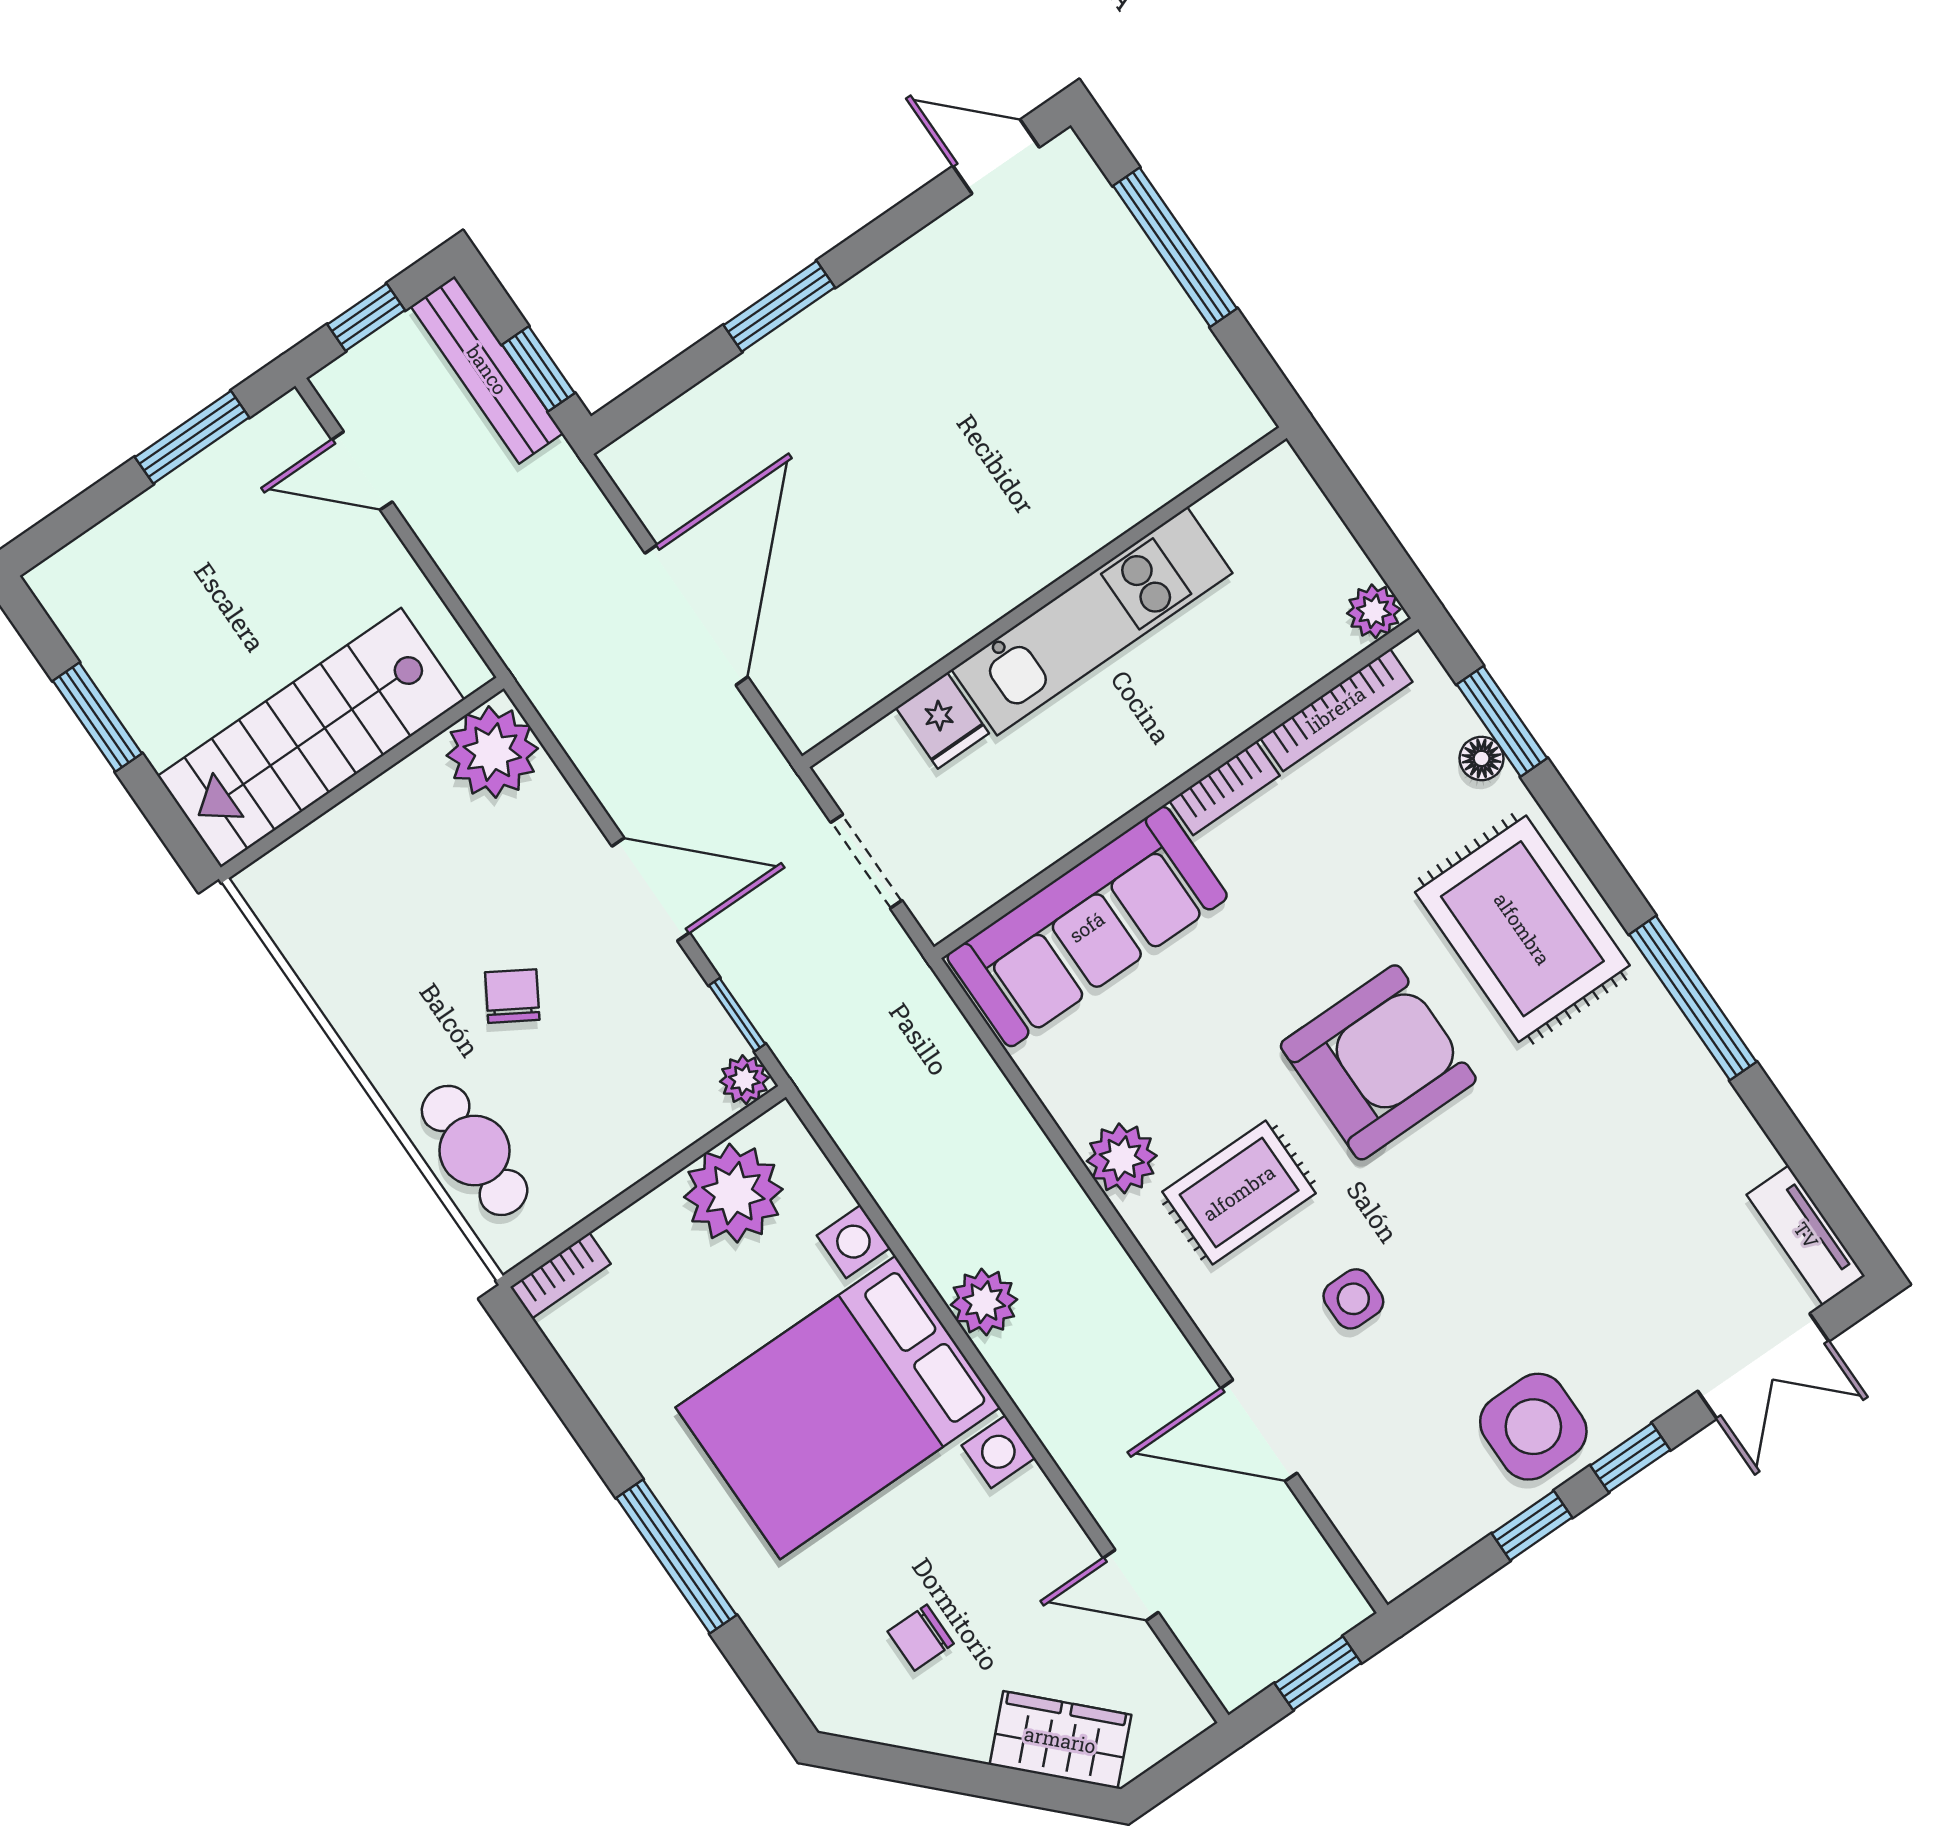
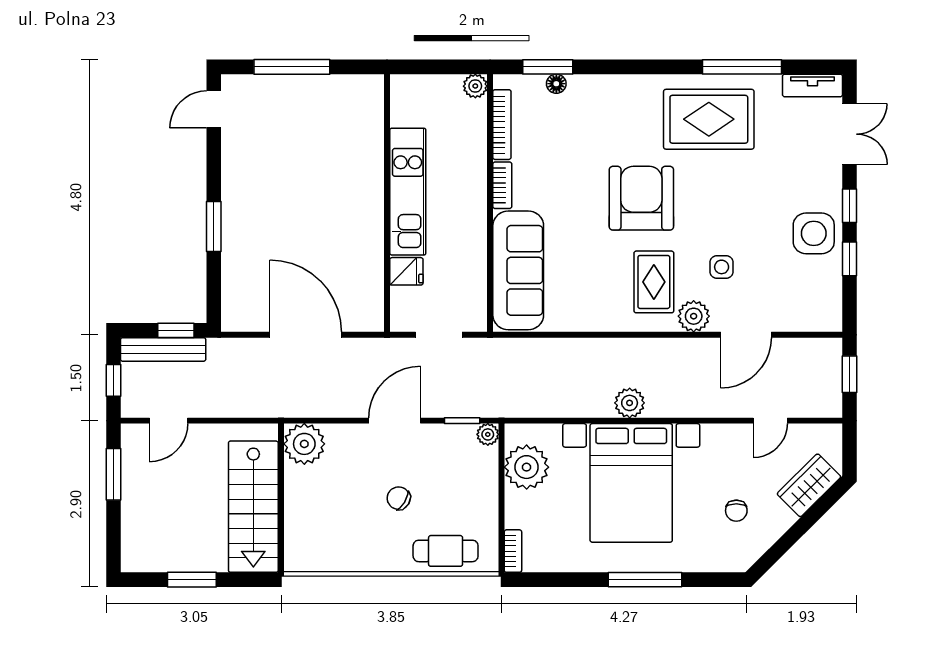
rug: (1522, 929) -> (709, 119), moved
window: (1693, 998) -> (742, 67), moved
plant: (1122, 1158) -> (694, 316), moved

